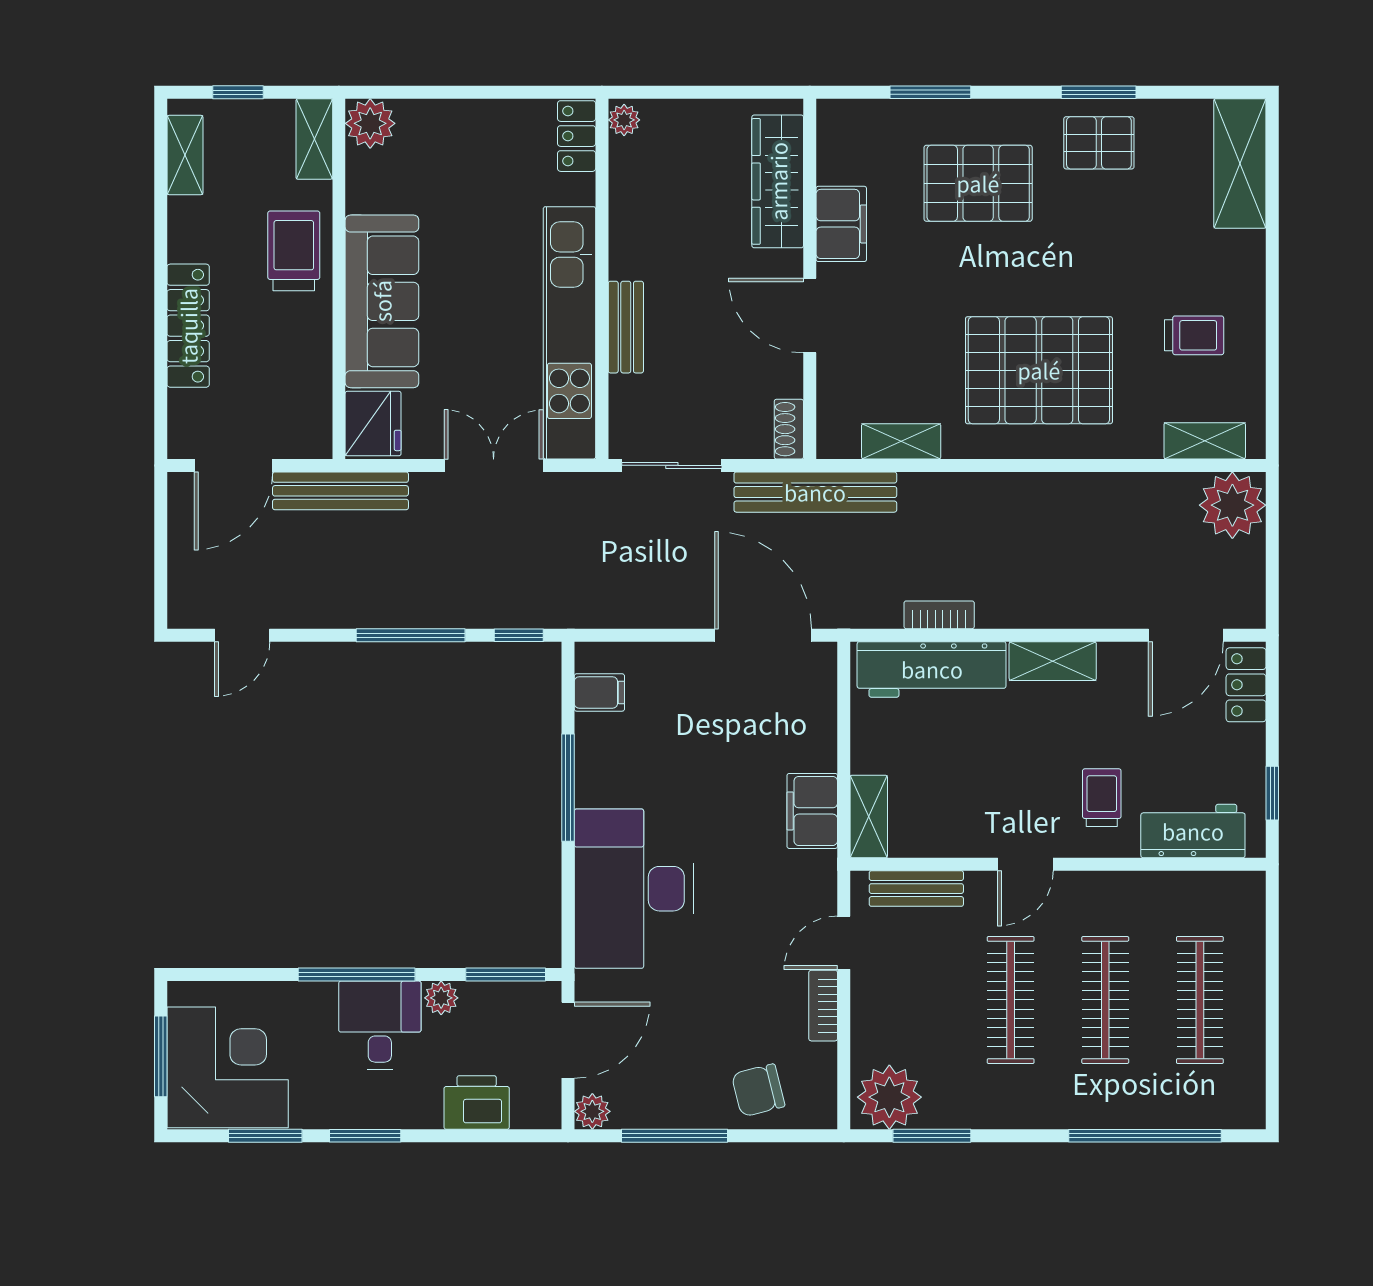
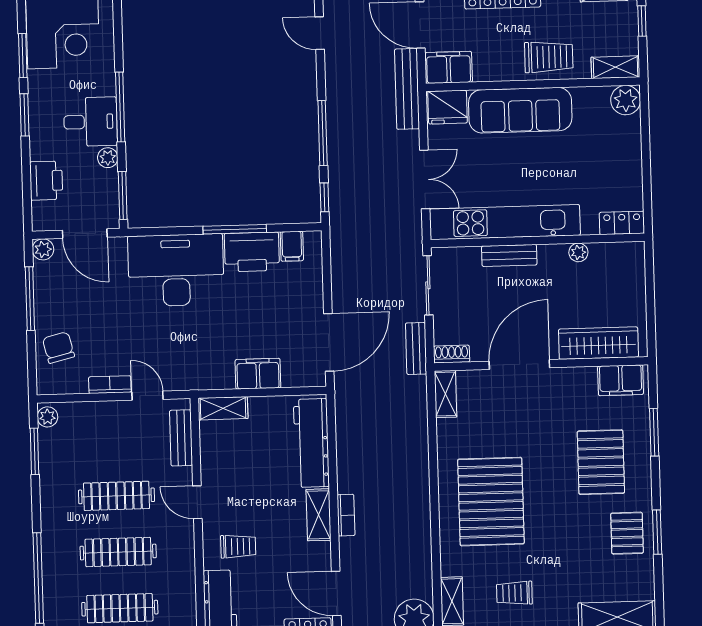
plant: (624, 120) -> (578, 252), moved
filing cabinet: (841, 224) -> (621, 380), moved
door: (810, 316) -> (519, 364), width x1.36
trolley: (1194, 335) -> (514, 593), turned 90
filing cabinet: (306, 420) -> (449, 67), added
shelving: (901, 441) -> (445, 394), moved
bench: (815, 492) -> (416, 348), width x0.54, depth x0.82
bookcase: (939, 615) -> (346, 515), moved
printer: (607, 760) -> (252, 252), added
filing cabinet: (812, 811) -> (258, 374), moved
plant: (889, 1097) -> (47, 417), width x0.53, depth x0.53

